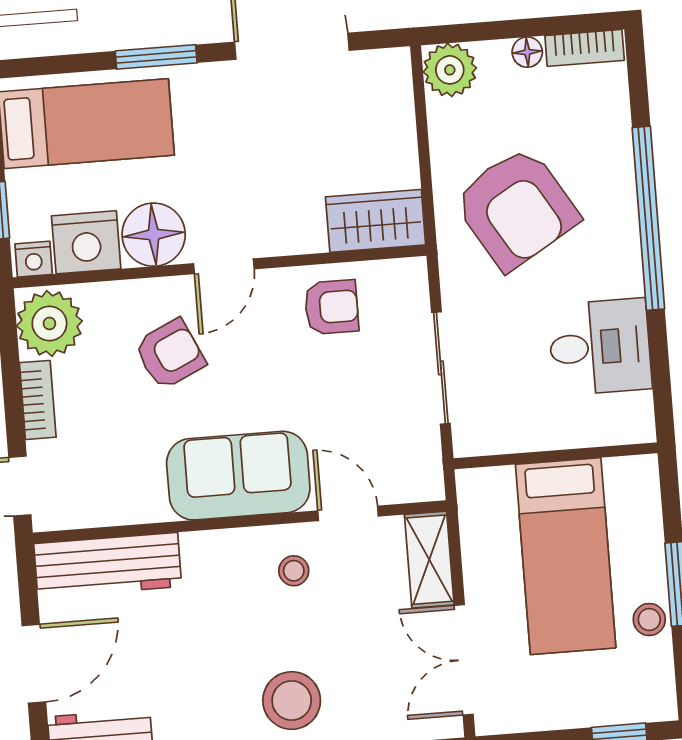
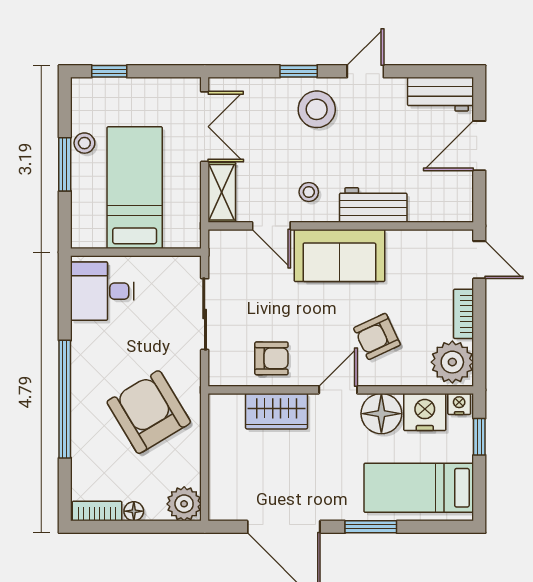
wardrobe: (376, 221) -> (277, 411), moved
armchair: (331, 307) -> (271, 358), turned 180
desk: (600, 347) -> (102, 291), moved
workbench: (108, 565) -> (373, 205), moved, width x0.73

